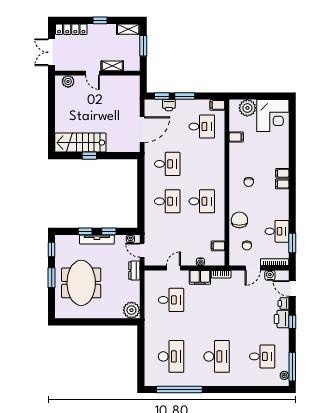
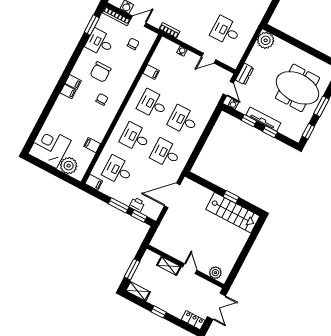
locker: (71, 29) -> (193, 320), width x0.66
desk: (202, 164) -> (135, 137), added
chair: (239, 220) -> (101, 72), moved
filing cabinet: (218, 246) -> (151, 72), moved
filing cabinet: (200, 277) -> (190, 38), removed
meeting table: (81, 283) -> (298, 88), turned 90

